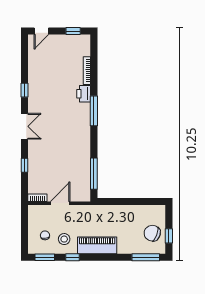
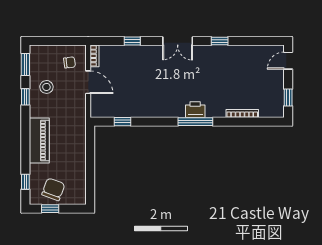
door: (41, 31) -> (288, 61), hinge flipped
printer: (84, 94) -> (195, 110), moved
window: (94, 174) -> (122, 122), width x0.46
chair: (45, 235) -> (69, 62), moved
piano: (97, 245) -> (39, 141), moved
window: (146, 257) -> (25, 182), width x0.46

